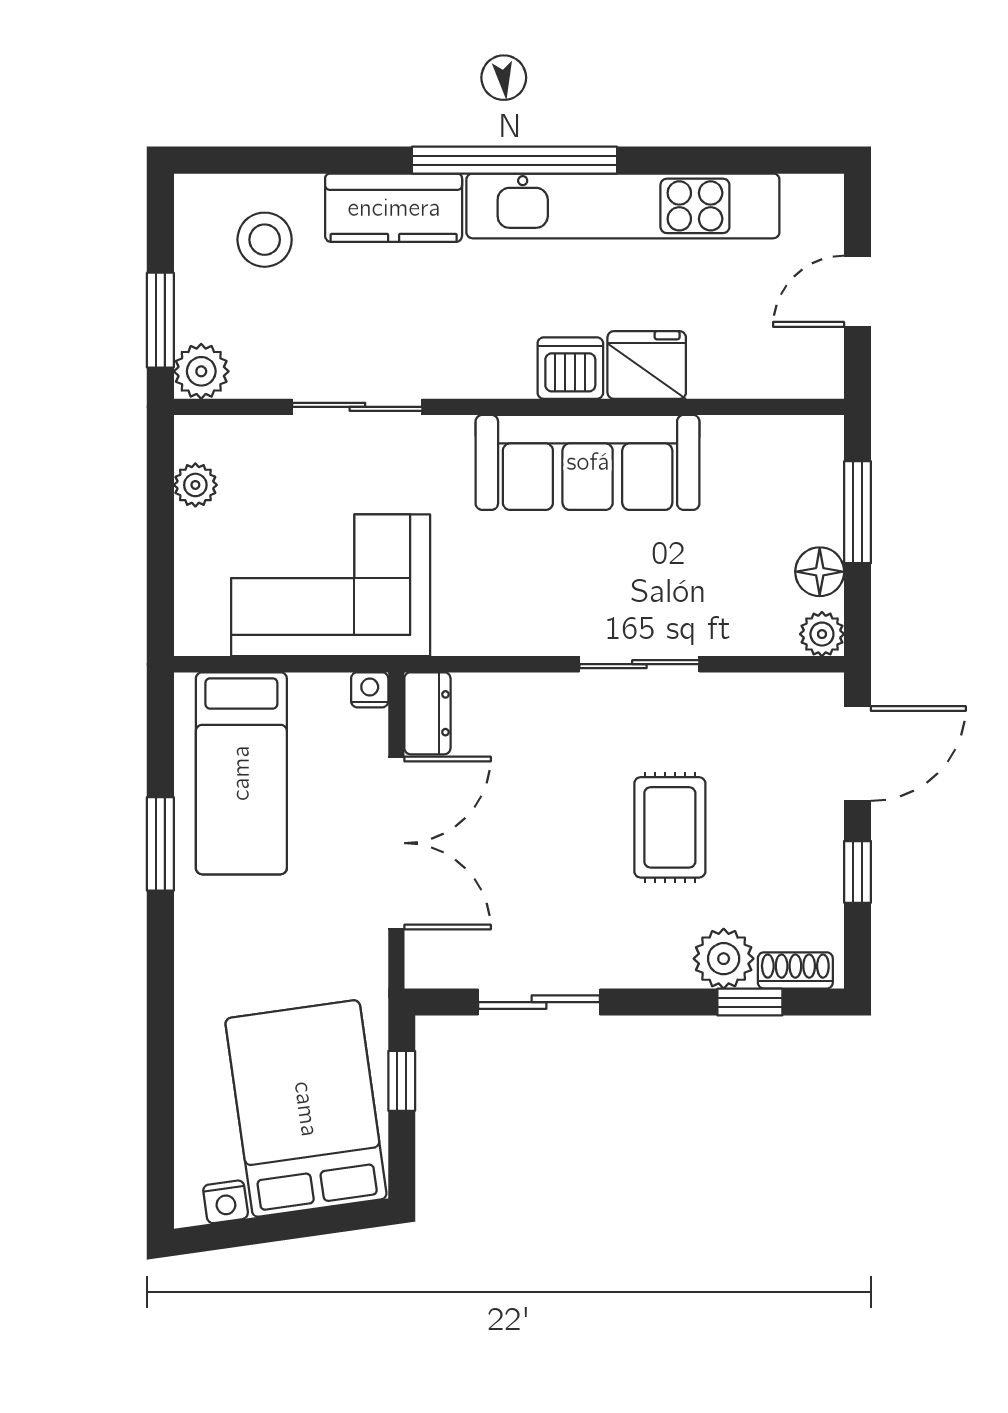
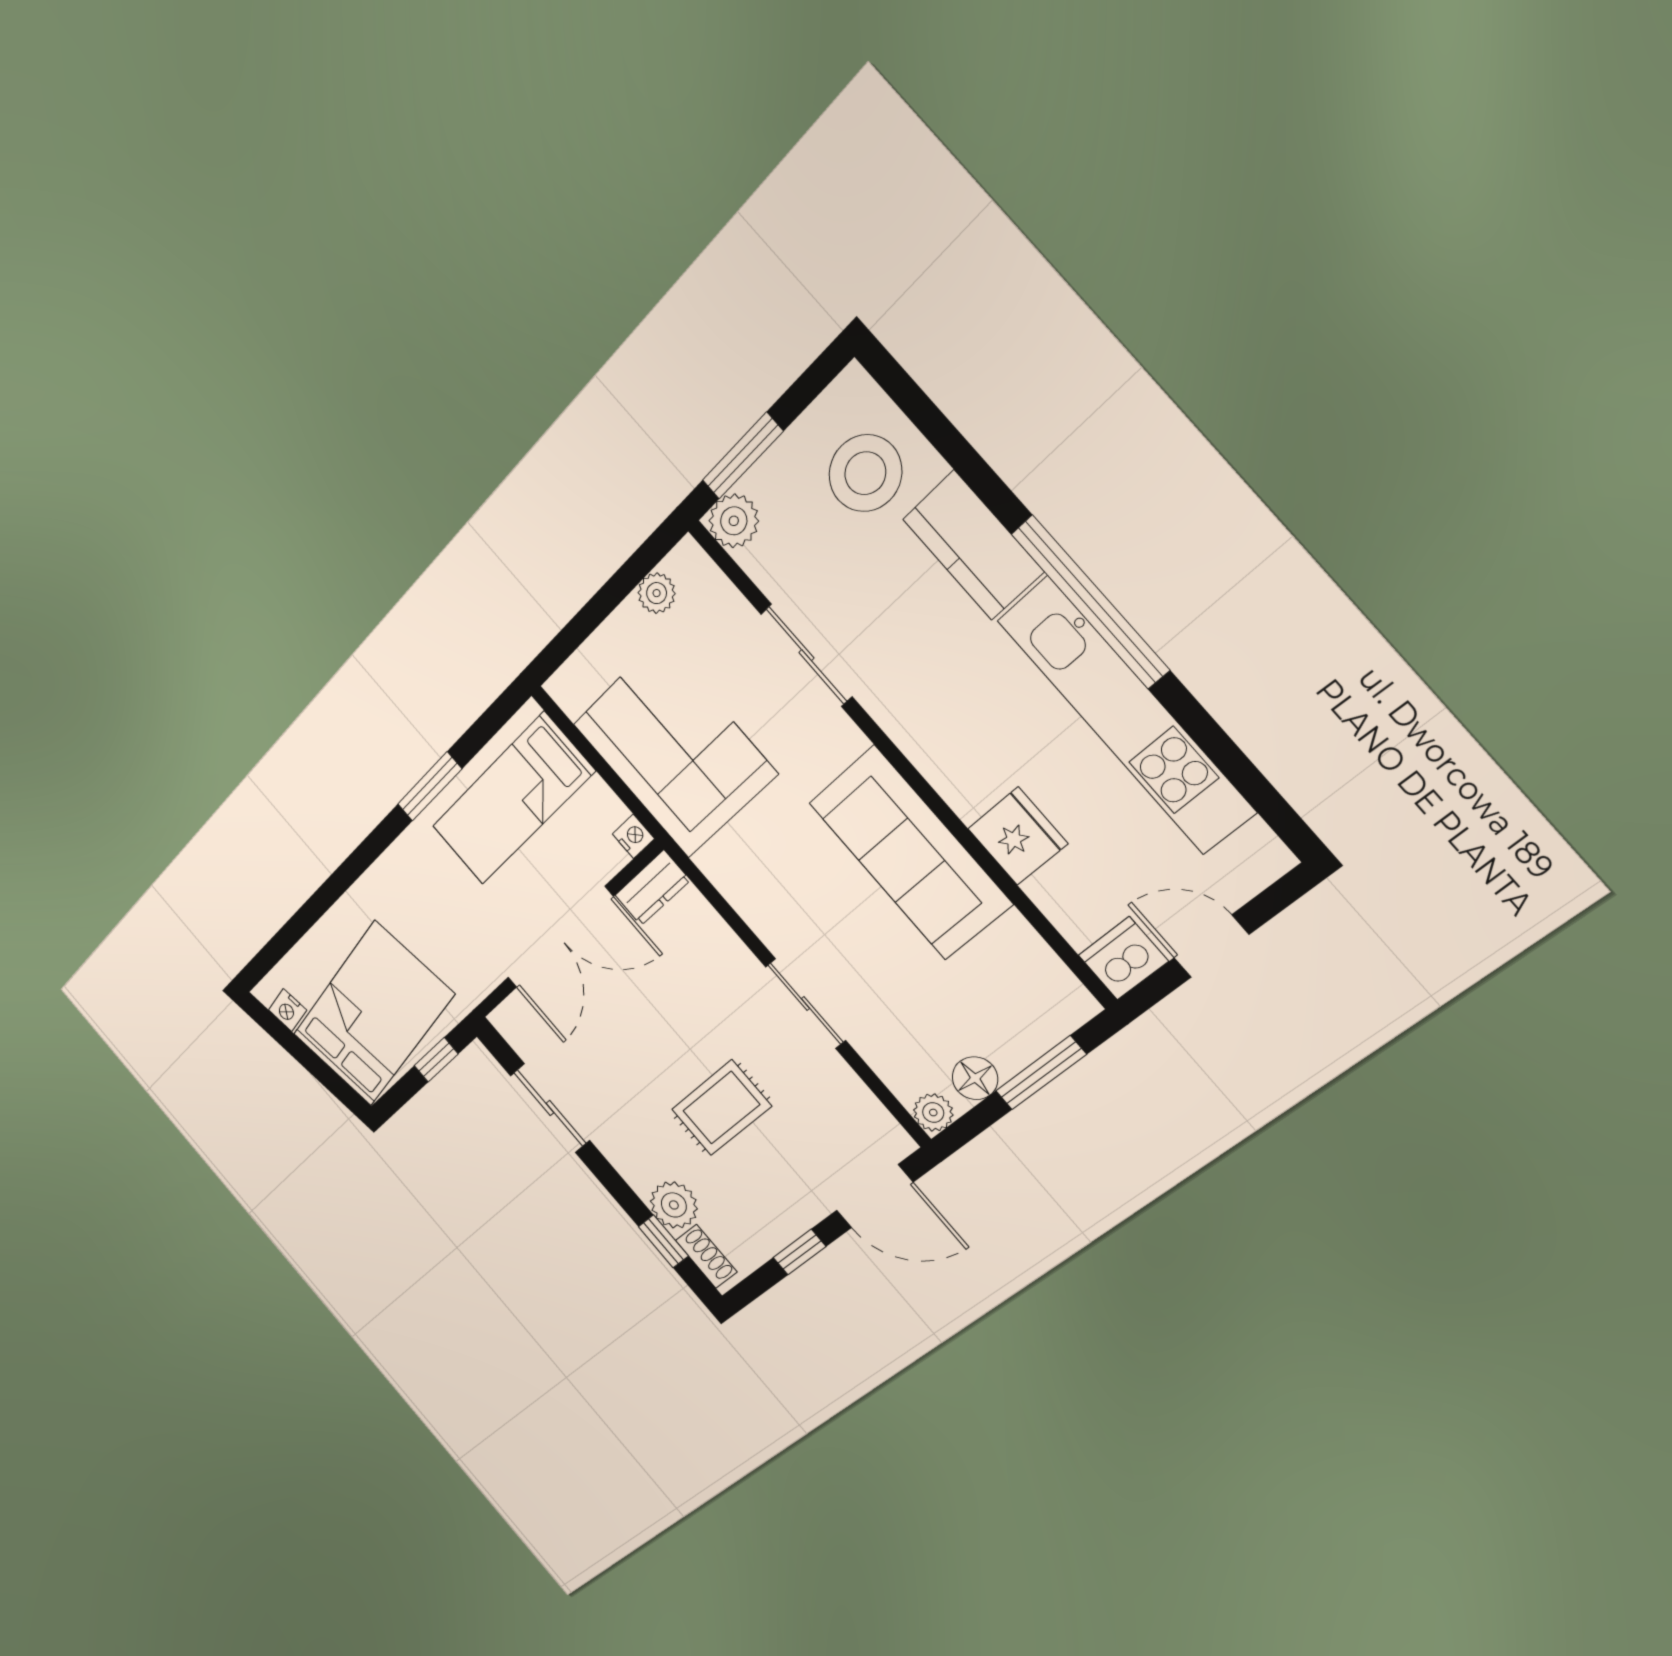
stool: (265, 240) -> (865, 473), width x1.38, depth x1.38
dishwasher: (570, 368) -> (1123, 958), moved, turned -90

